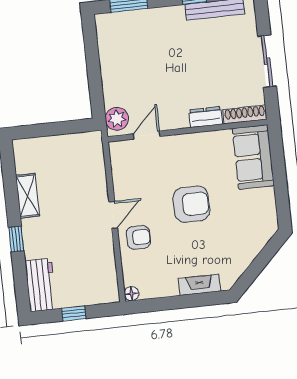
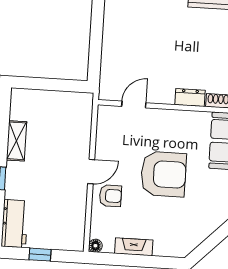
plant: (117, 119) -> (109, 85), removed
armchair: (191, 204) -> (163, 174), width x1.36, depth x1.36
fireplace: (199, 285) -> (134, 247), moved

